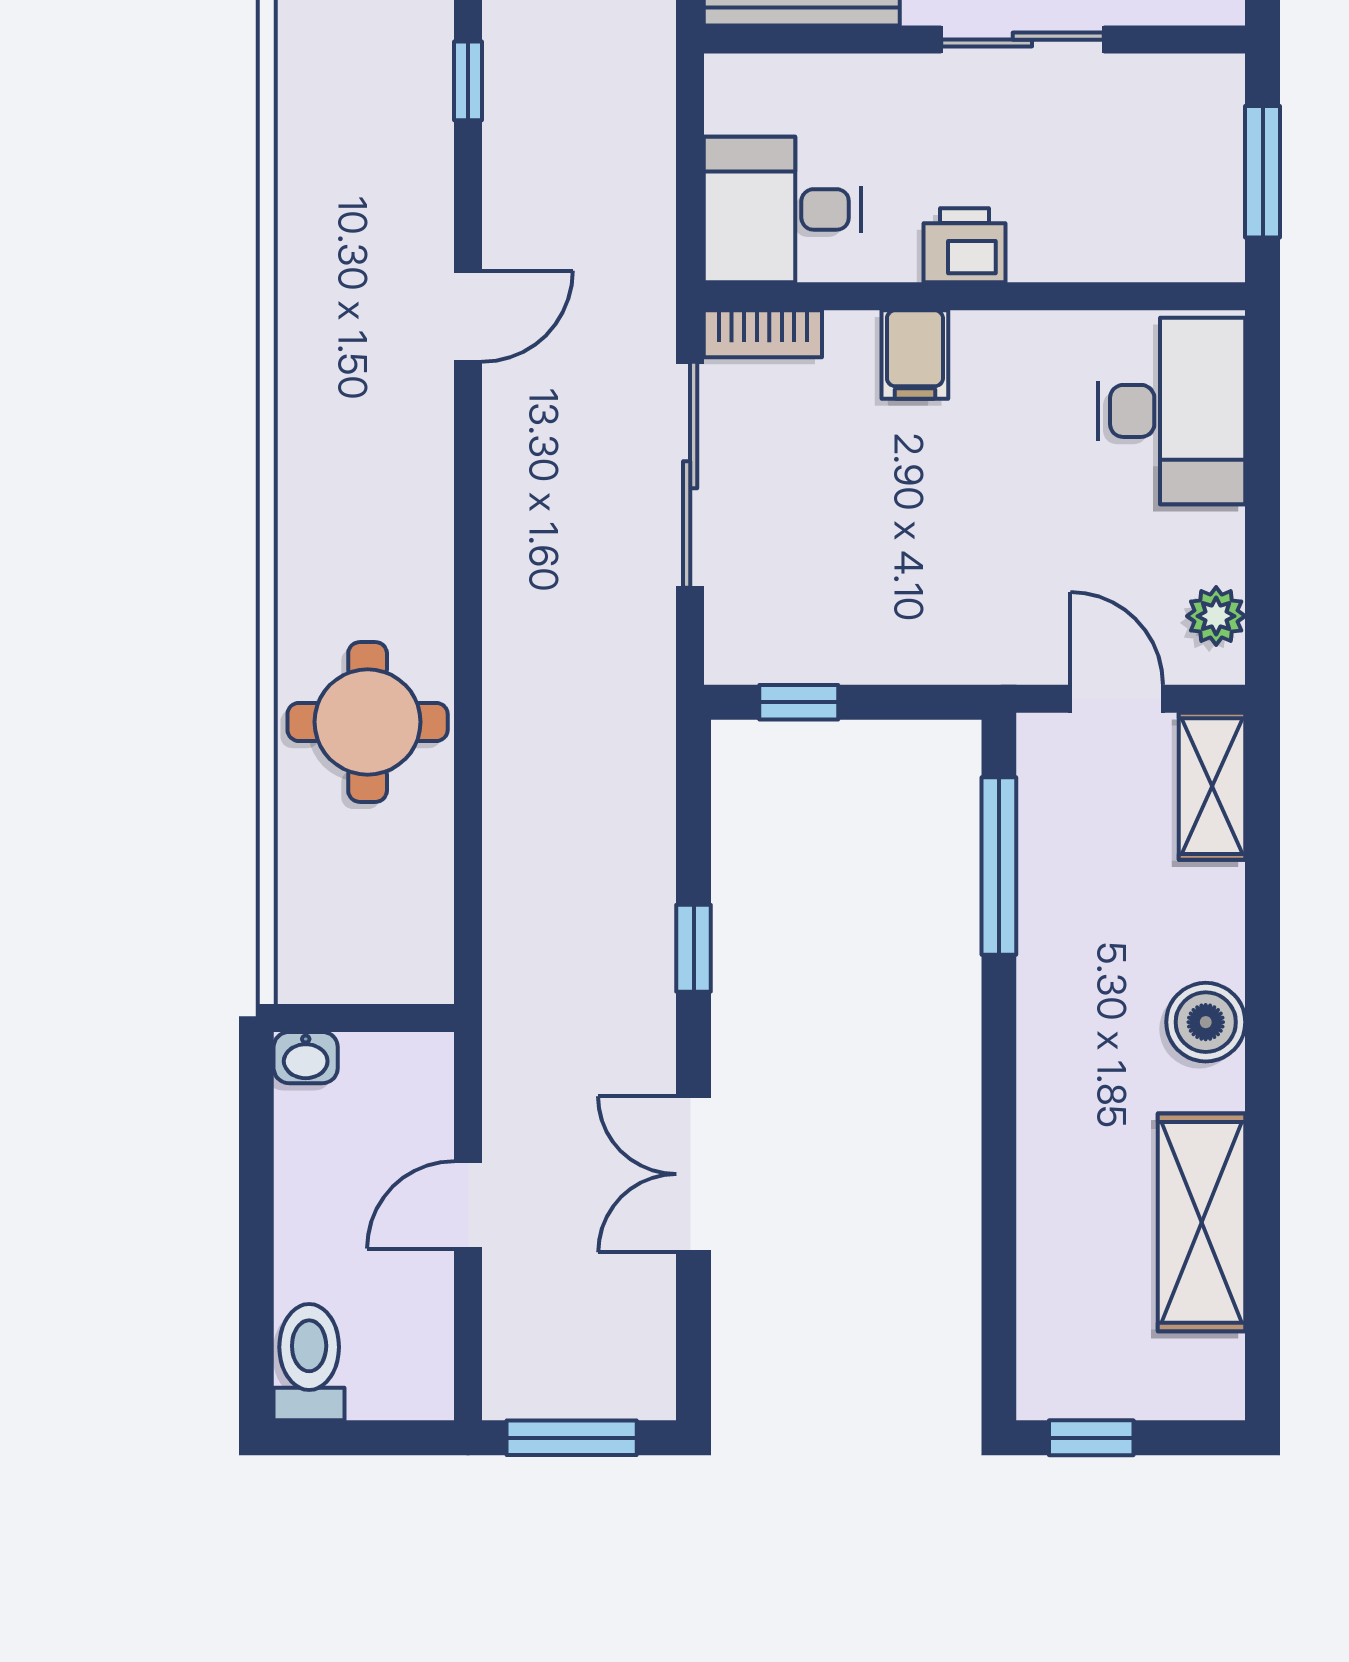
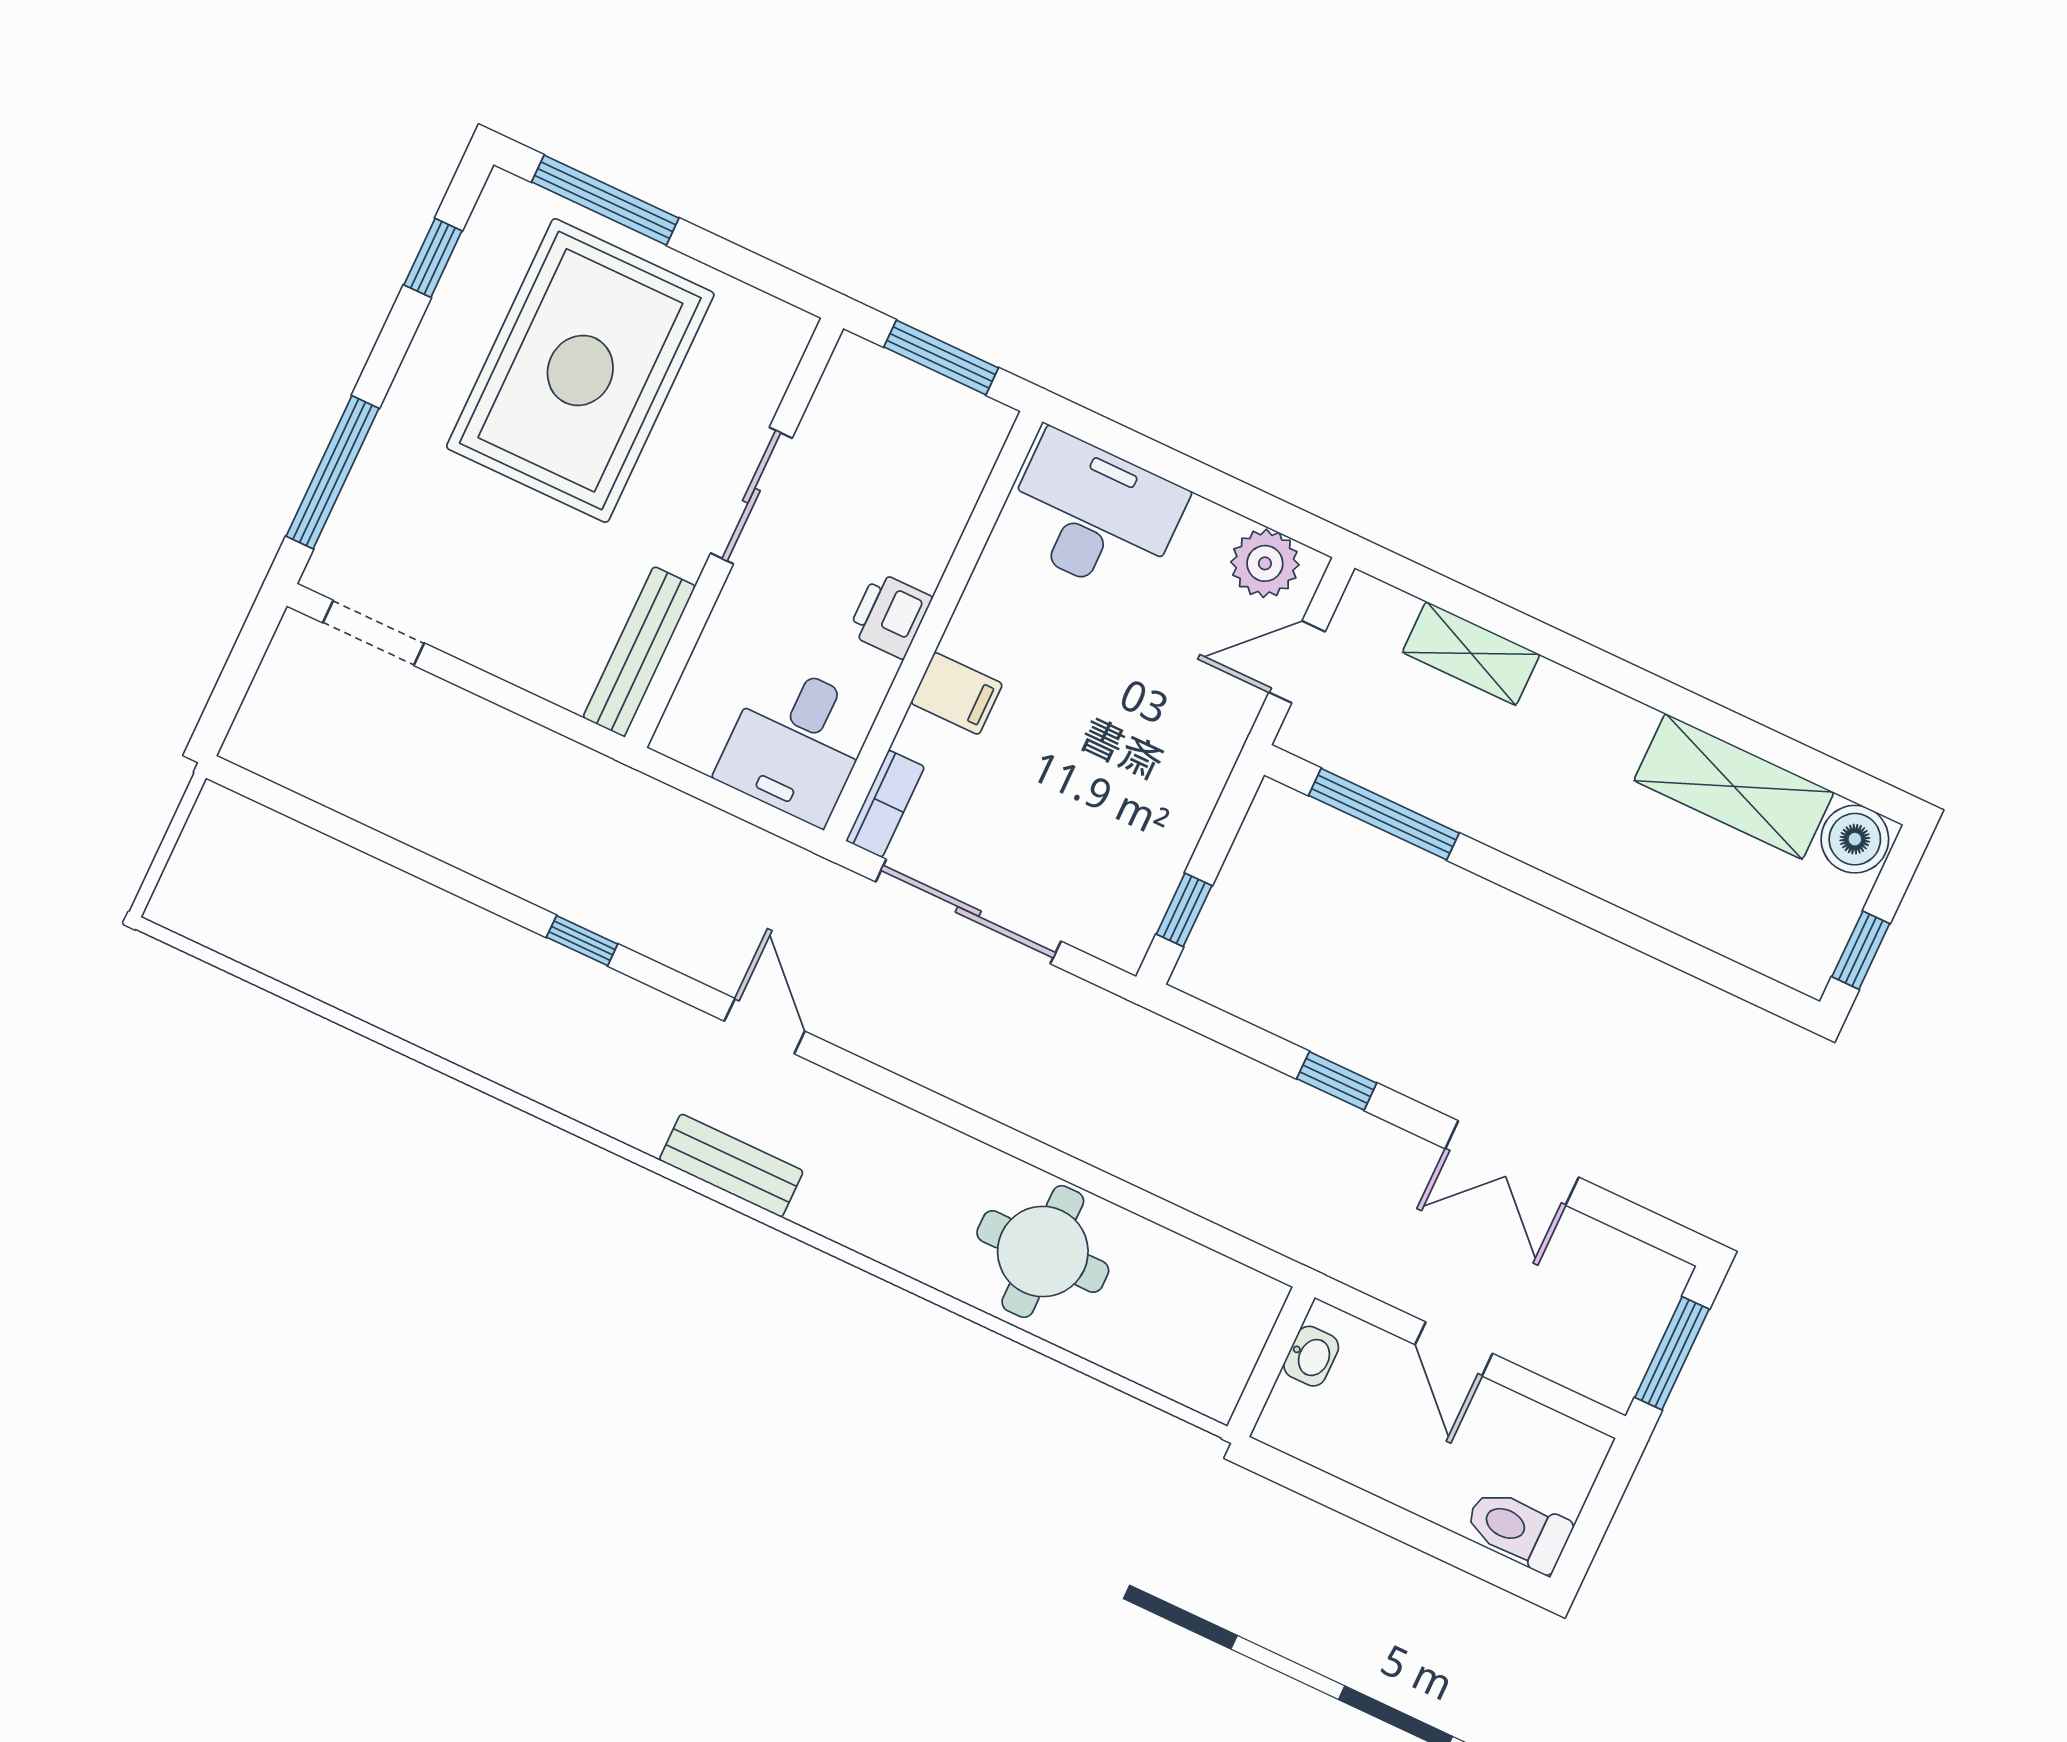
bench: (304, 350) -> (731, 1166), added
plant: (1216, 616) -> (1265, 563), width x1.38, depth x1.38
shelving: (1212, 786) -> (1471, 653), moved
boiler: (1206, 1022) -> (1855, 839), moved
washbasin: (306, 1058) -> (1311, 1356), moved

